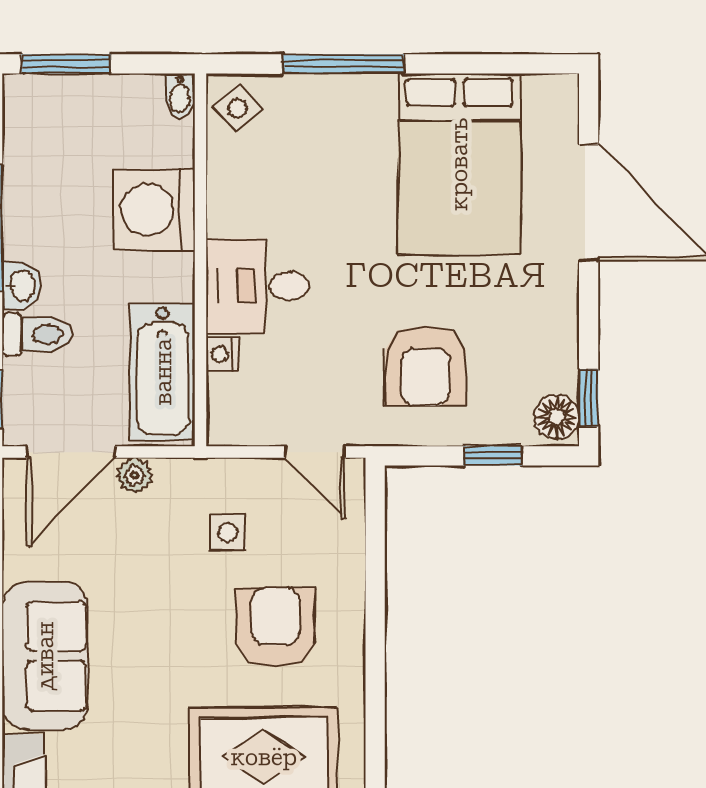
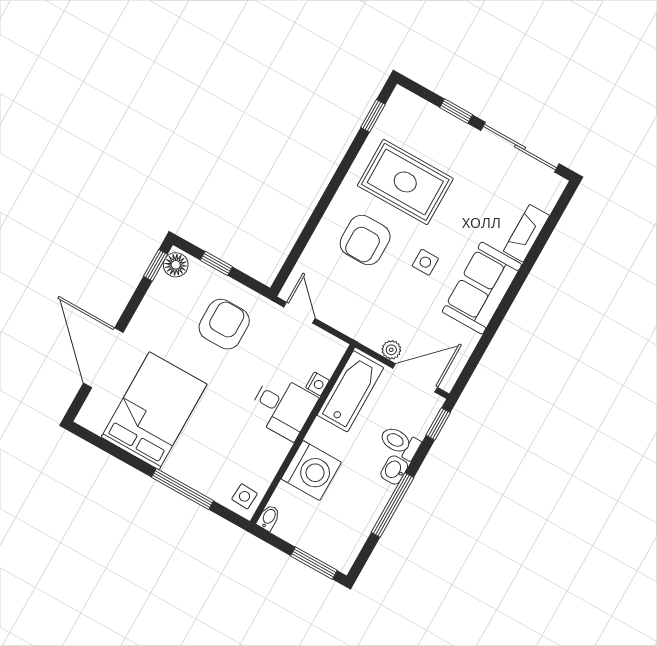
side table: (237, 108) -> (245, 496), turned 45
side table: (227, 532) -> (425, 262), moved

